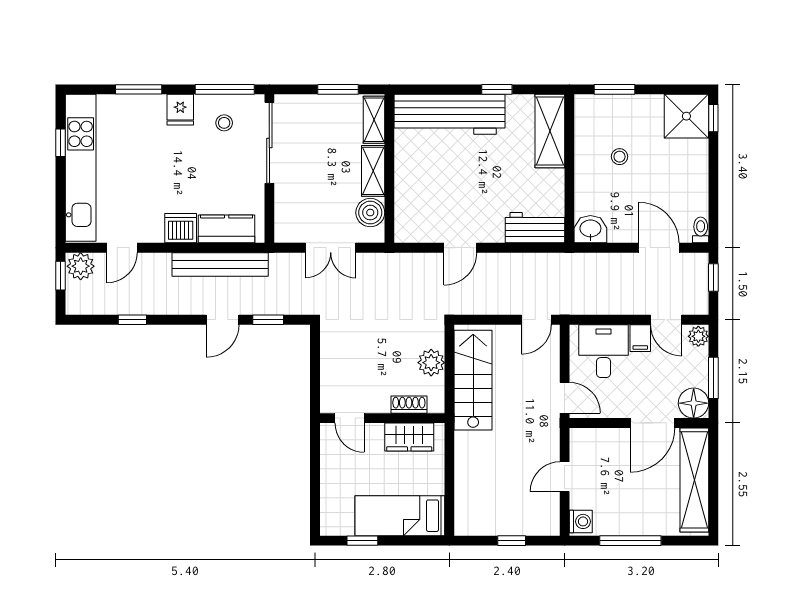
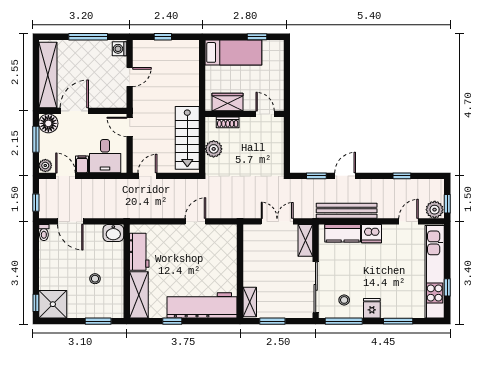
shelving: (373, 171) -> (305, 240), moved
boiler: (370, 213) -> (252, 243), removed
workbench: (535, 228) -> (139, 252), moved, turned -90

